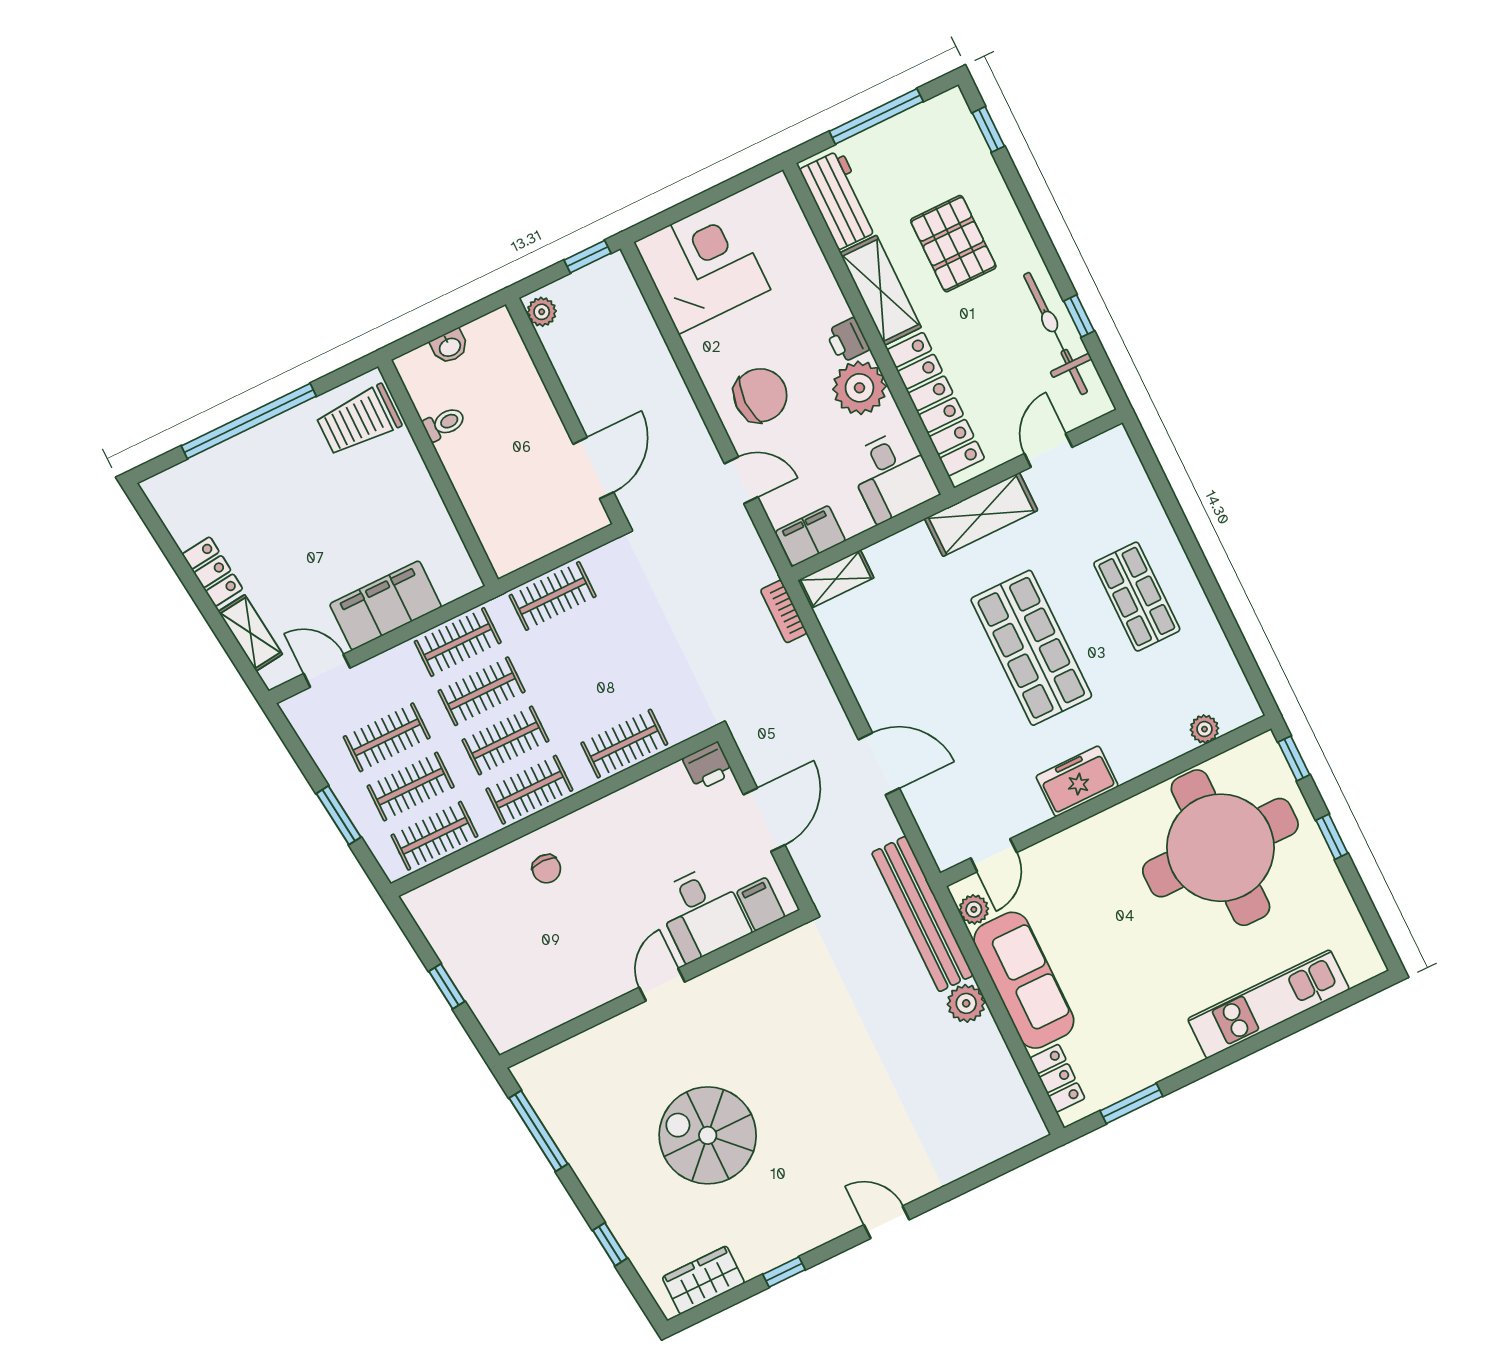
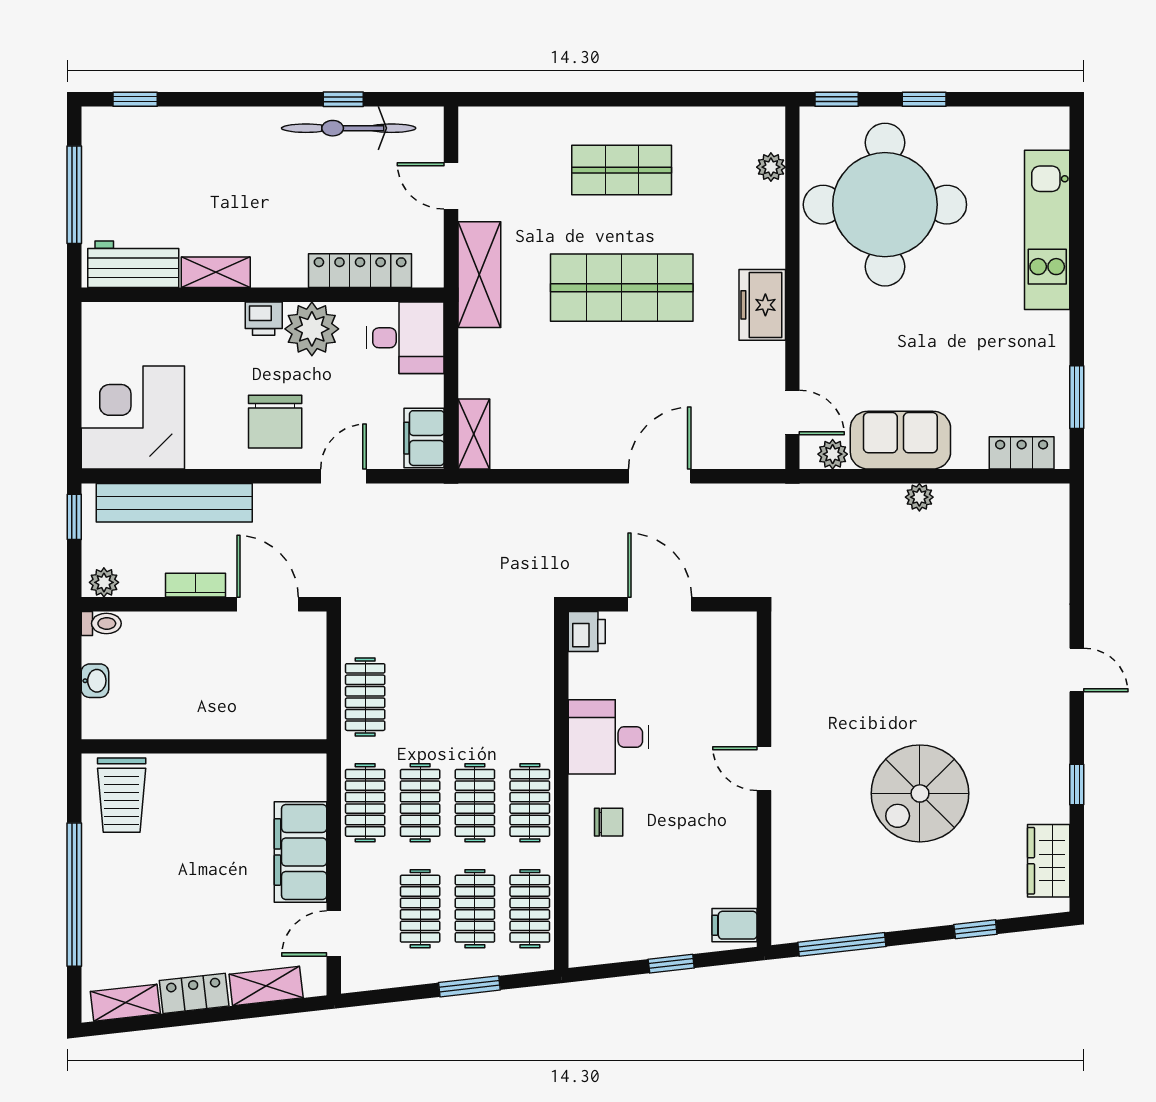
pallet: (953, 244) -> (223, 181), removed
shelving: (881, 290) -> (216, 272), width x0.67, depth x0.75
chair: (760, 395) -> (275, 422), turned 180
locker: (936, 404) -> (360, 271), width x0.71, depth x0.83
toilet: (444, 424) -> (101, 623), moved, turned 90
shelving: (174, 514) -> (125, 1003), added
bookcase: (784, 611) -> (196, 585), moved, turned 180
clothes rail: (624, 744) -> (530, 697), removed
filing cabinet: (761, 904) -> (735, 925), moved
desk: (702, 913) -> (609, 737), moved, turned 180
bench: (922, 914) -> (174, 503), moved
sofa: (1024, 980) -> (900, 440), width x0.73
plant: (966, 1003) -> (919, 497), width x0.73, depth x0.73
door: (887, 1222) -> (1077, 670), swing flipped

